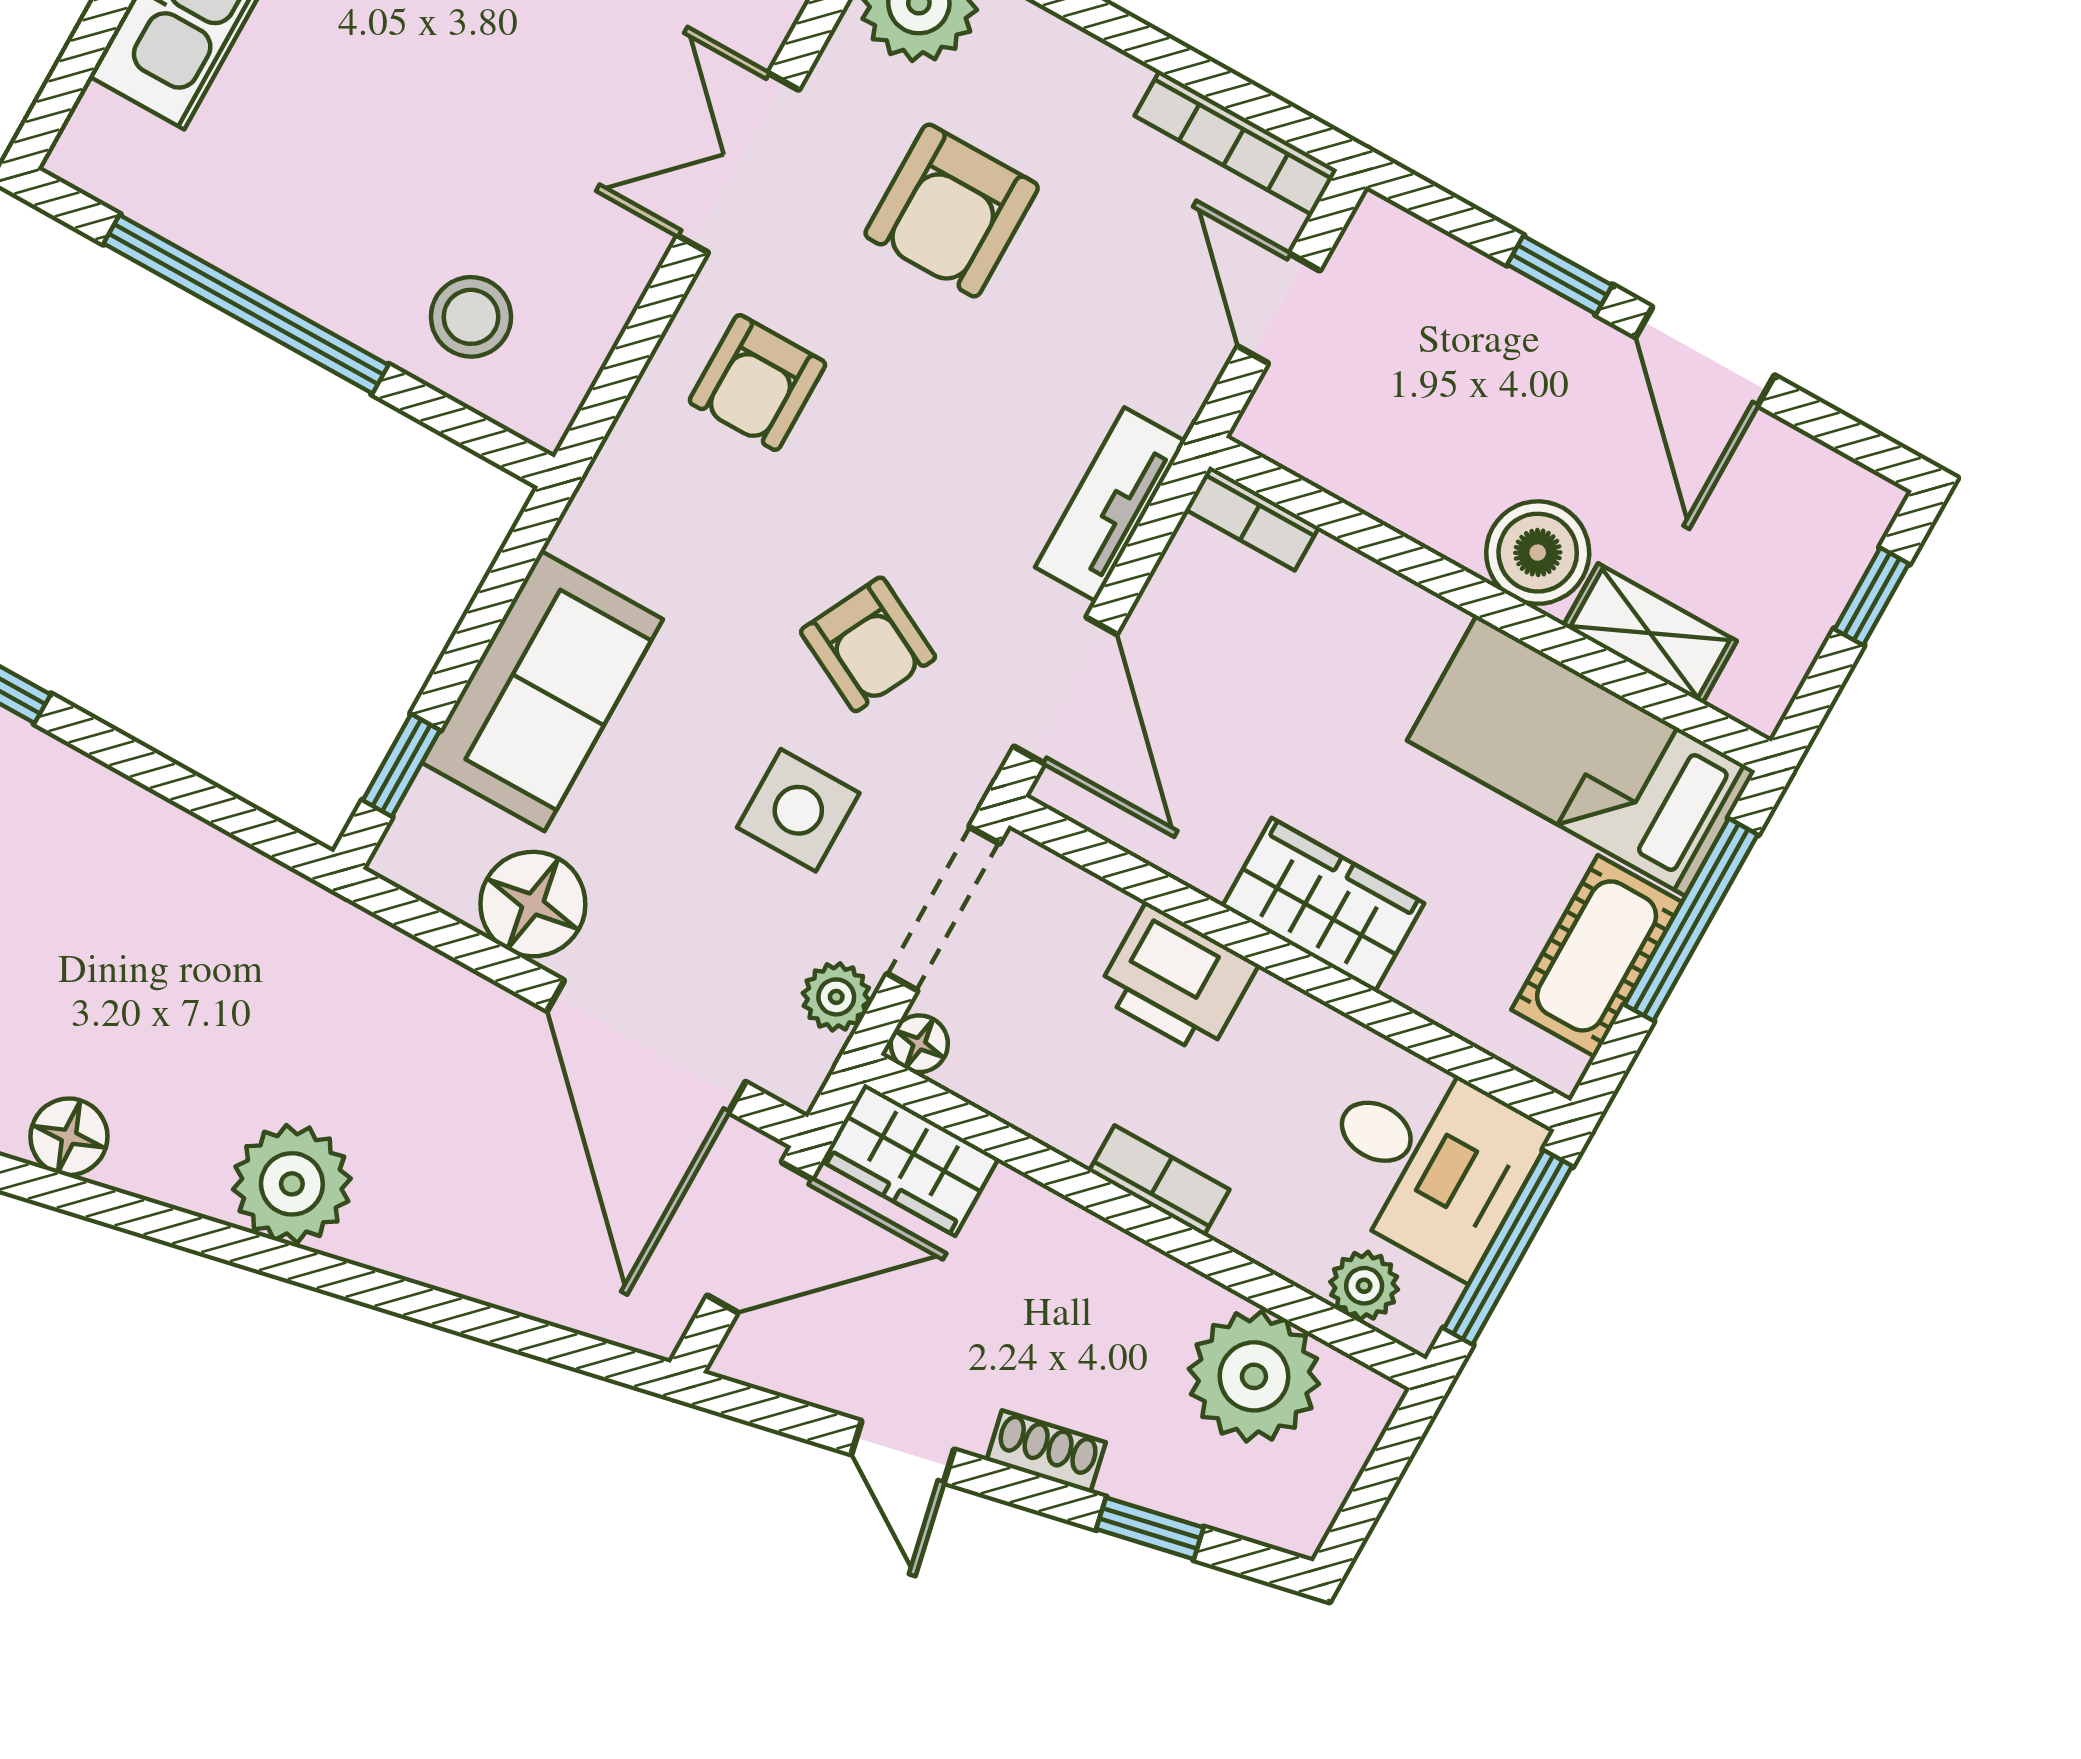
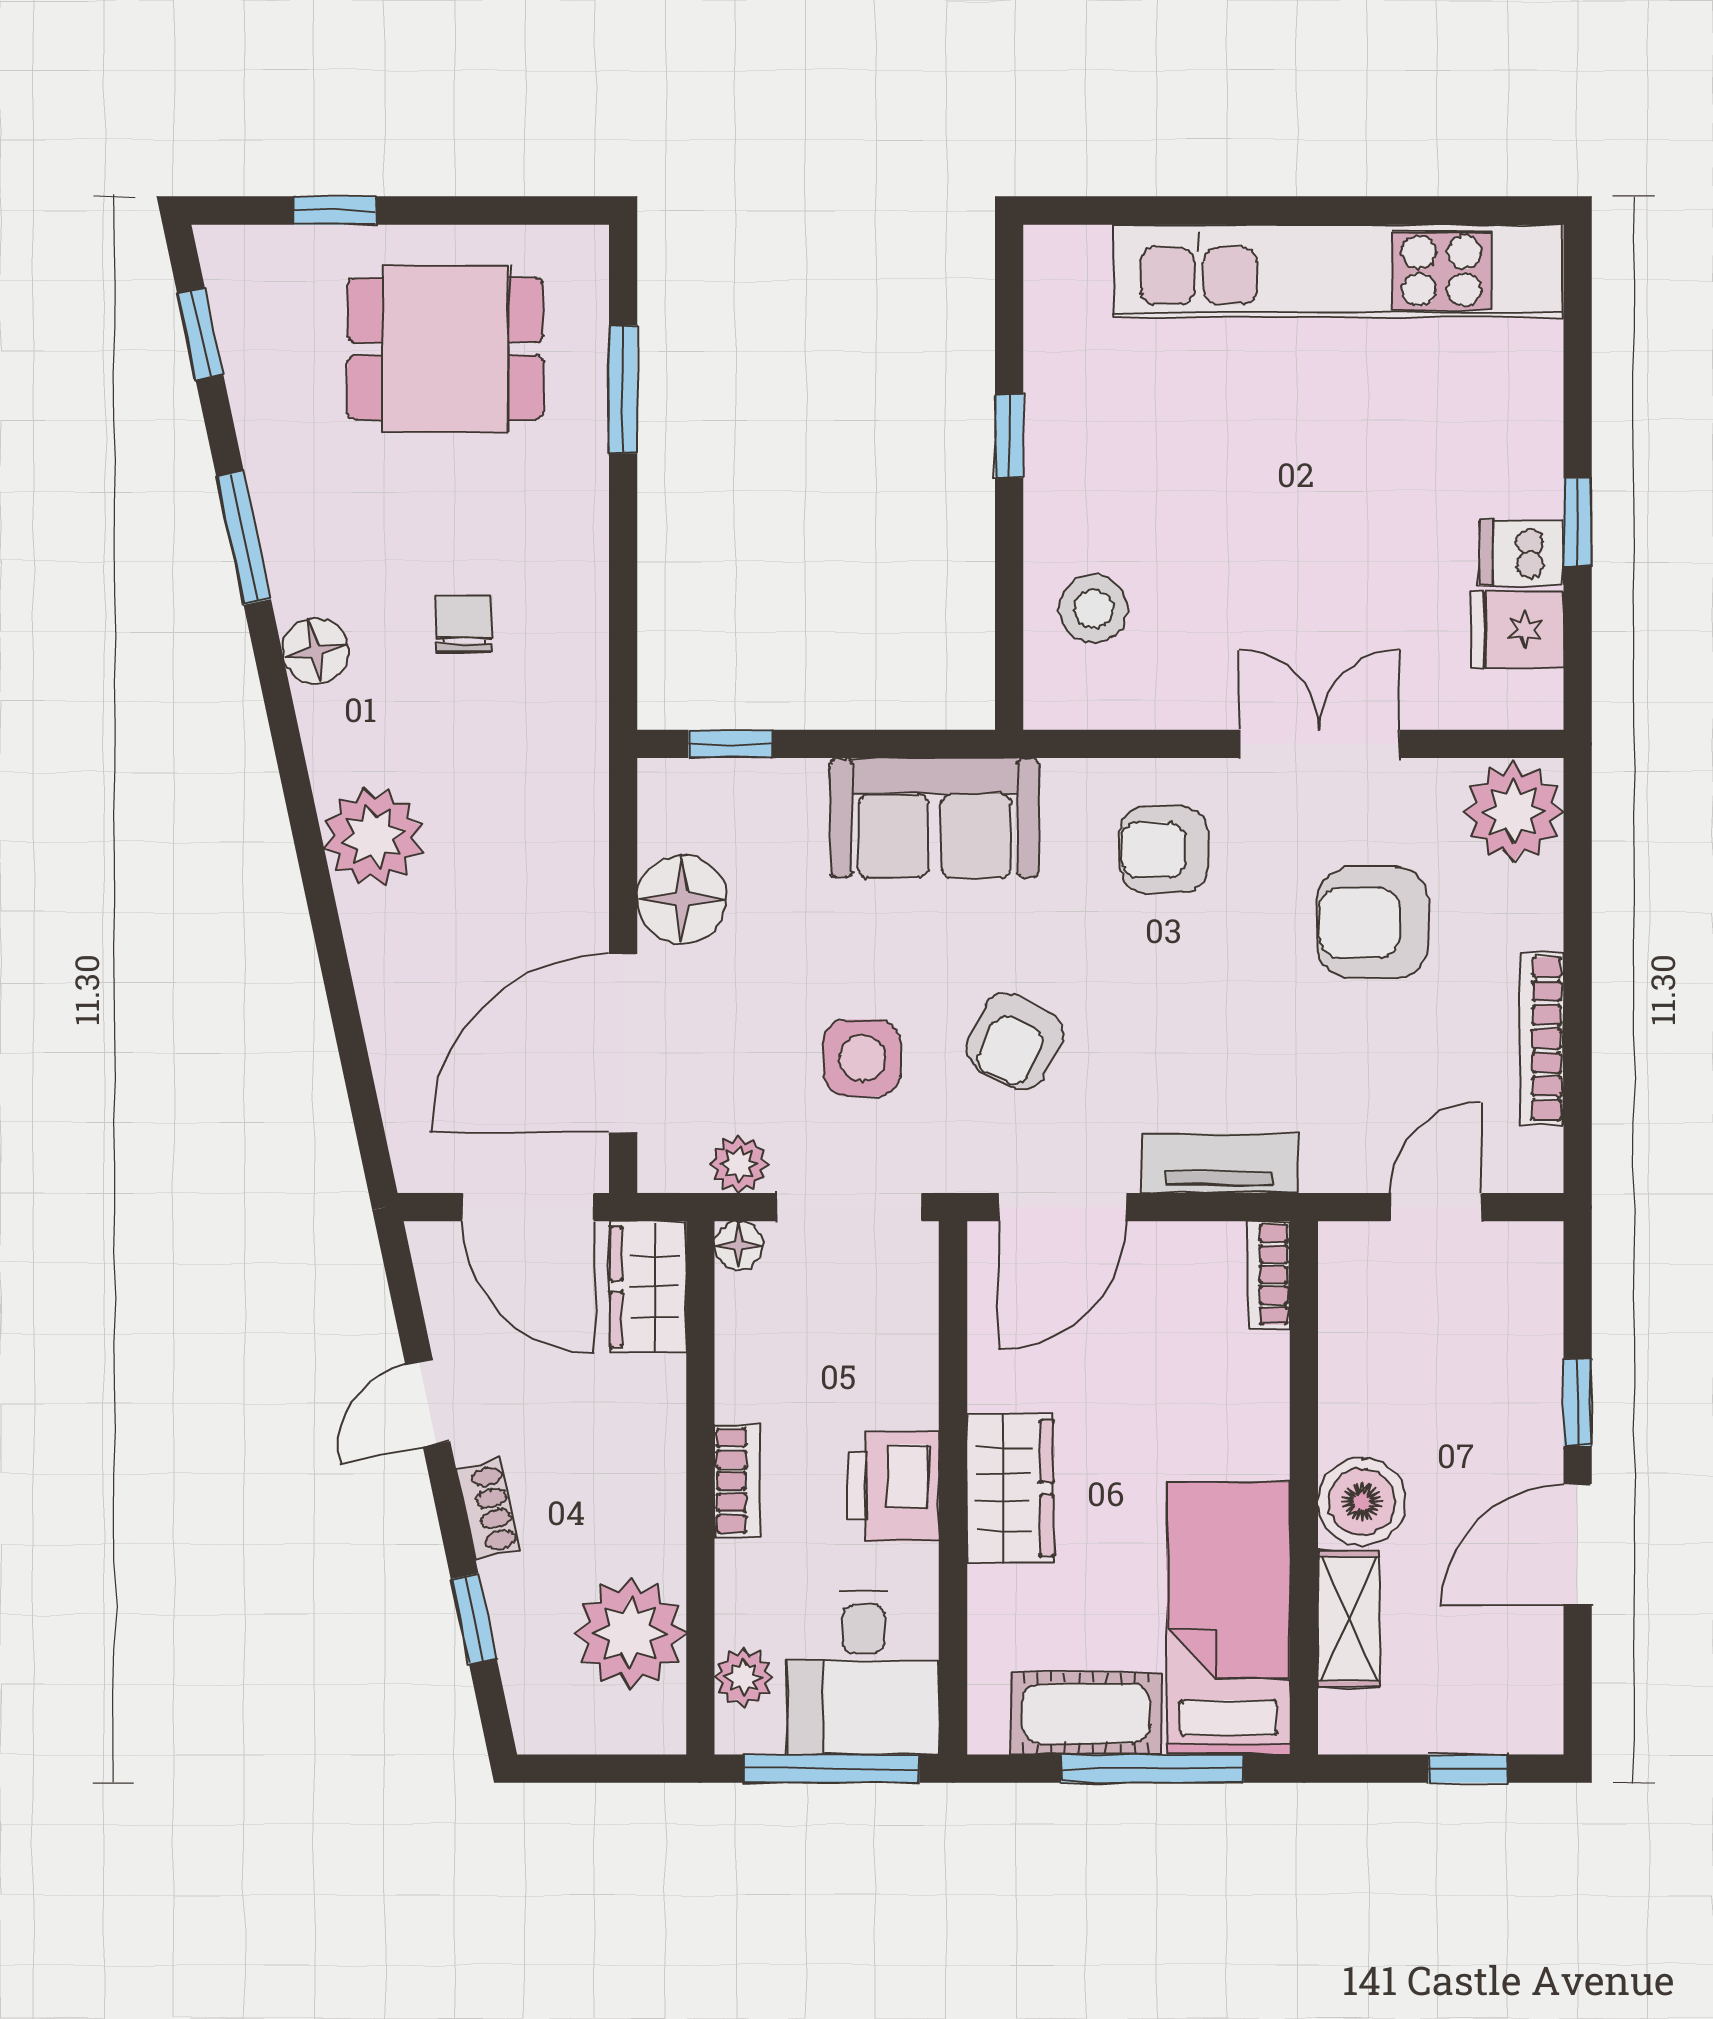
bookcase: (1236, 143) -> (1541, 1039), moved
window: (246, 304) -> (1009, 436), width x0.32
sofa: (542, 691) -> (935, 818), moved
chair: (127, 969) -> (465, 624), added
printer: (1177, 980) -> (893, 1486), moved

